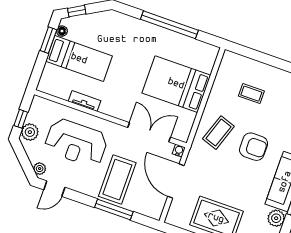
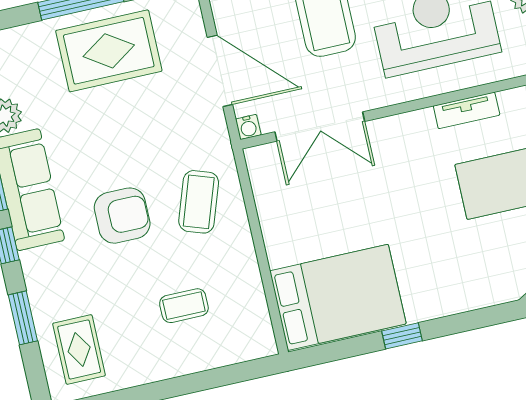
window: (169, 25) -> (402, 336), width x0.32
bed: (176, 84) -> (338, 297), moved
armchair: (254, 147) -> (122, 216), turned 180

